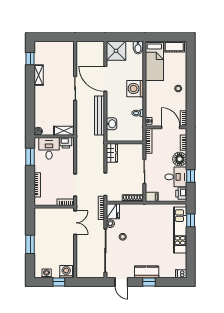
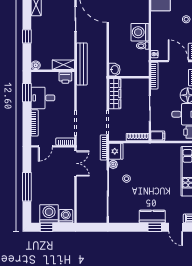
washing machine: (135, 89) -> (140, 32), moved
window: (30, 104) -> (27, 36), added
bench: (99, 115) -> (82, 64), moved
washbasin: (111, 124) -> (114, 70), moved
desk: (49, 148) -> (43, 98), moved, turned -90
wardrobe: (112, 153) -> (115, 94), width x1.50
door: (47, 207) -> (45, 146), added
window: (30, 244) -> (27, 187), width x1.44
washing machine: (47, 273) -> (49, 214), width x1.89, depth x1.89
window: (59, 282) -> (47, 227), moved
door: (121, 282) -> (176, 227), moved

